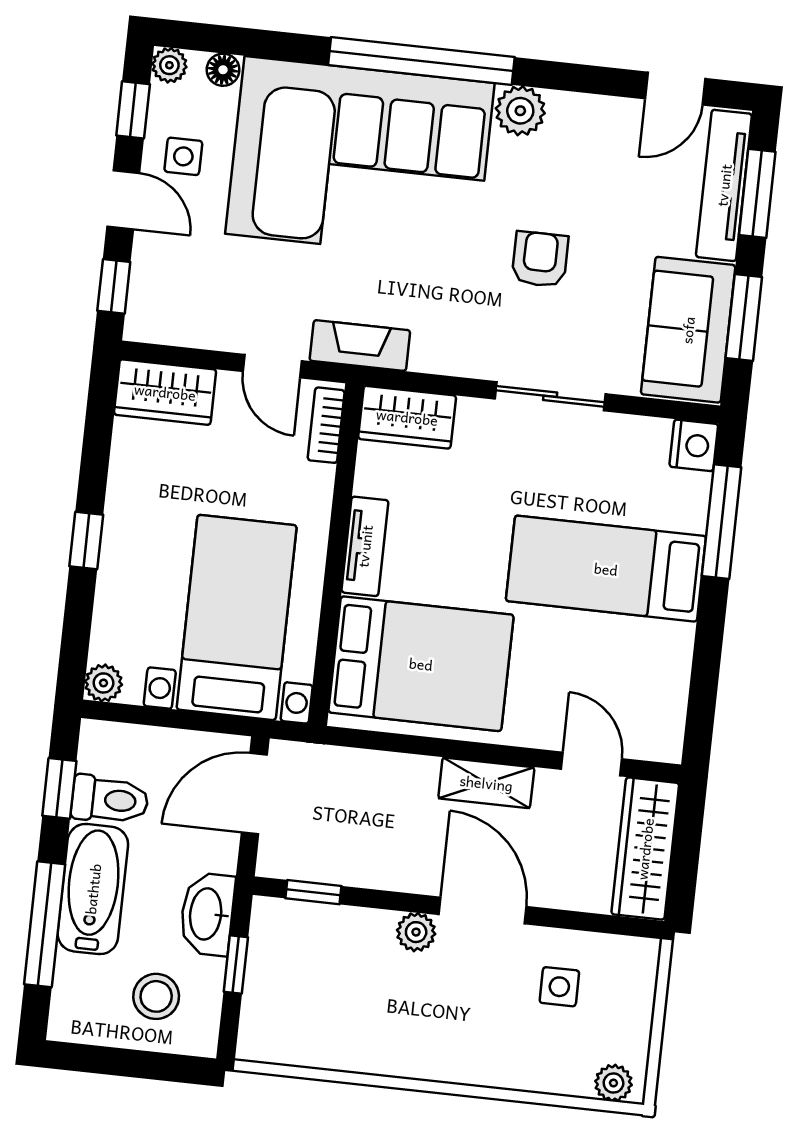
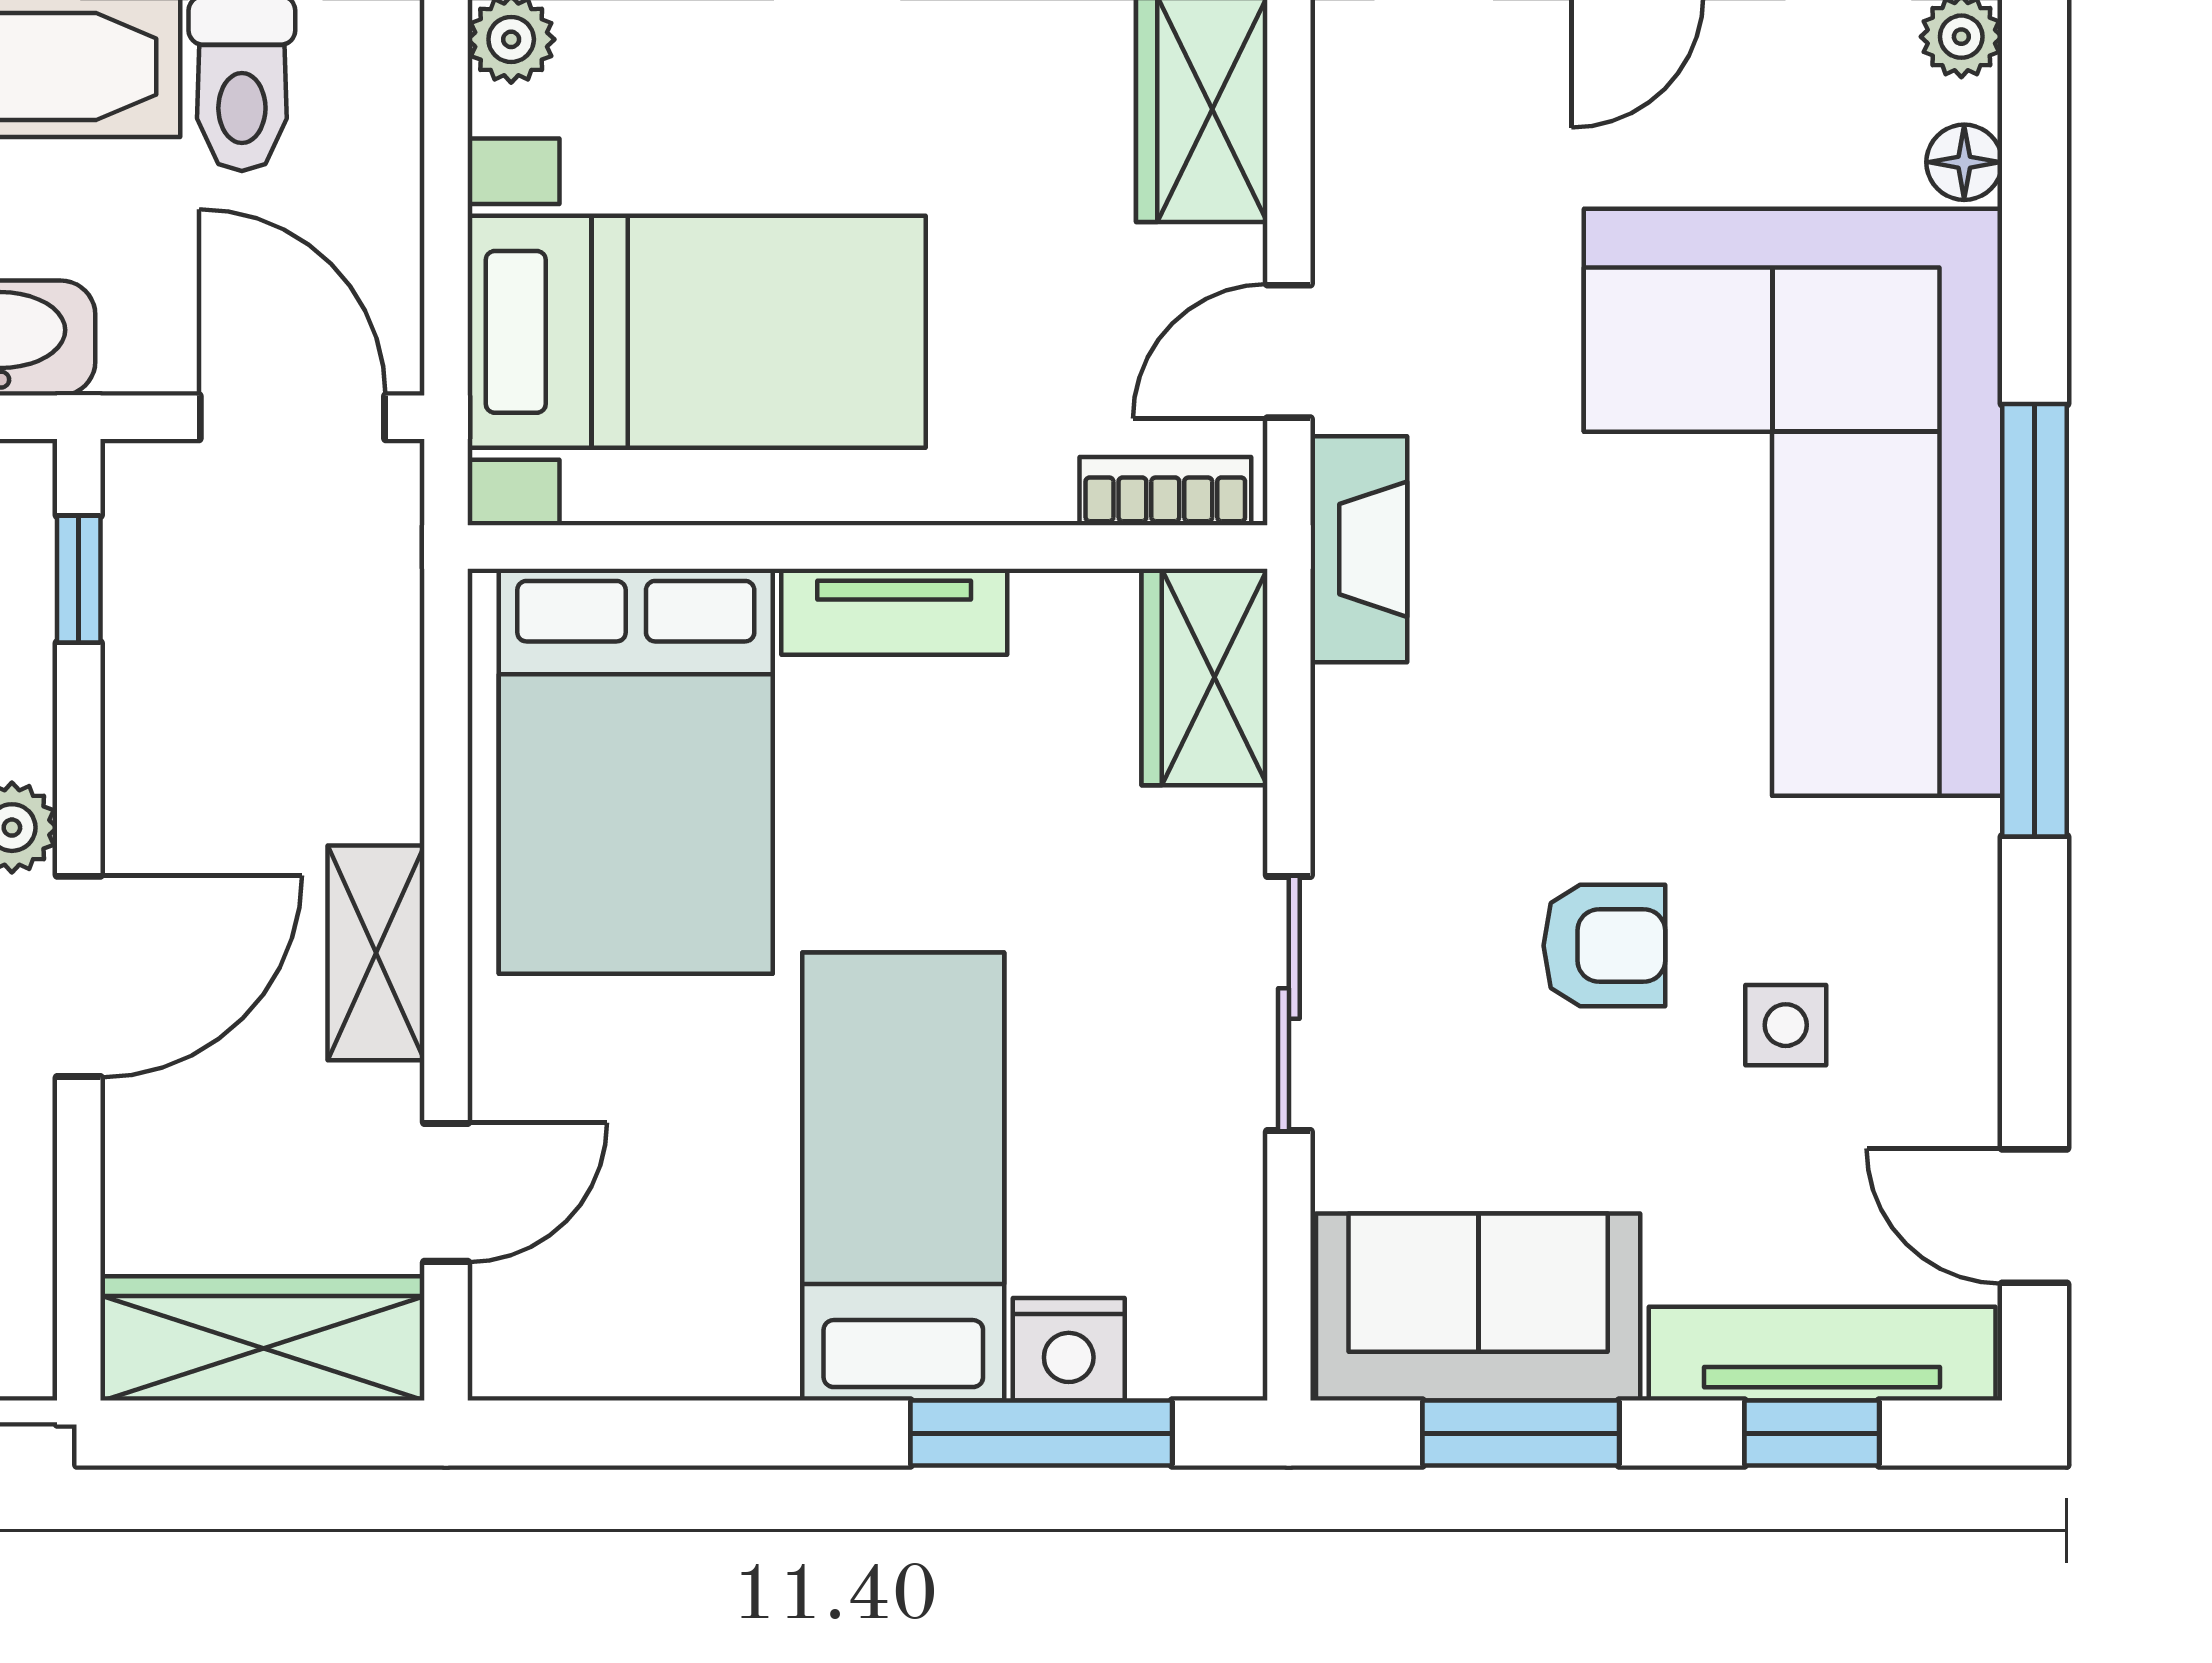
plant: (520, 111) -> (1944, 862), removed
side table: (183, 156) -> (1786, 1025), moved
window: (757, 193) -> (1812, 1433), width x0.67
nightstand: (694, 445) -> (1069, 1349), moved

